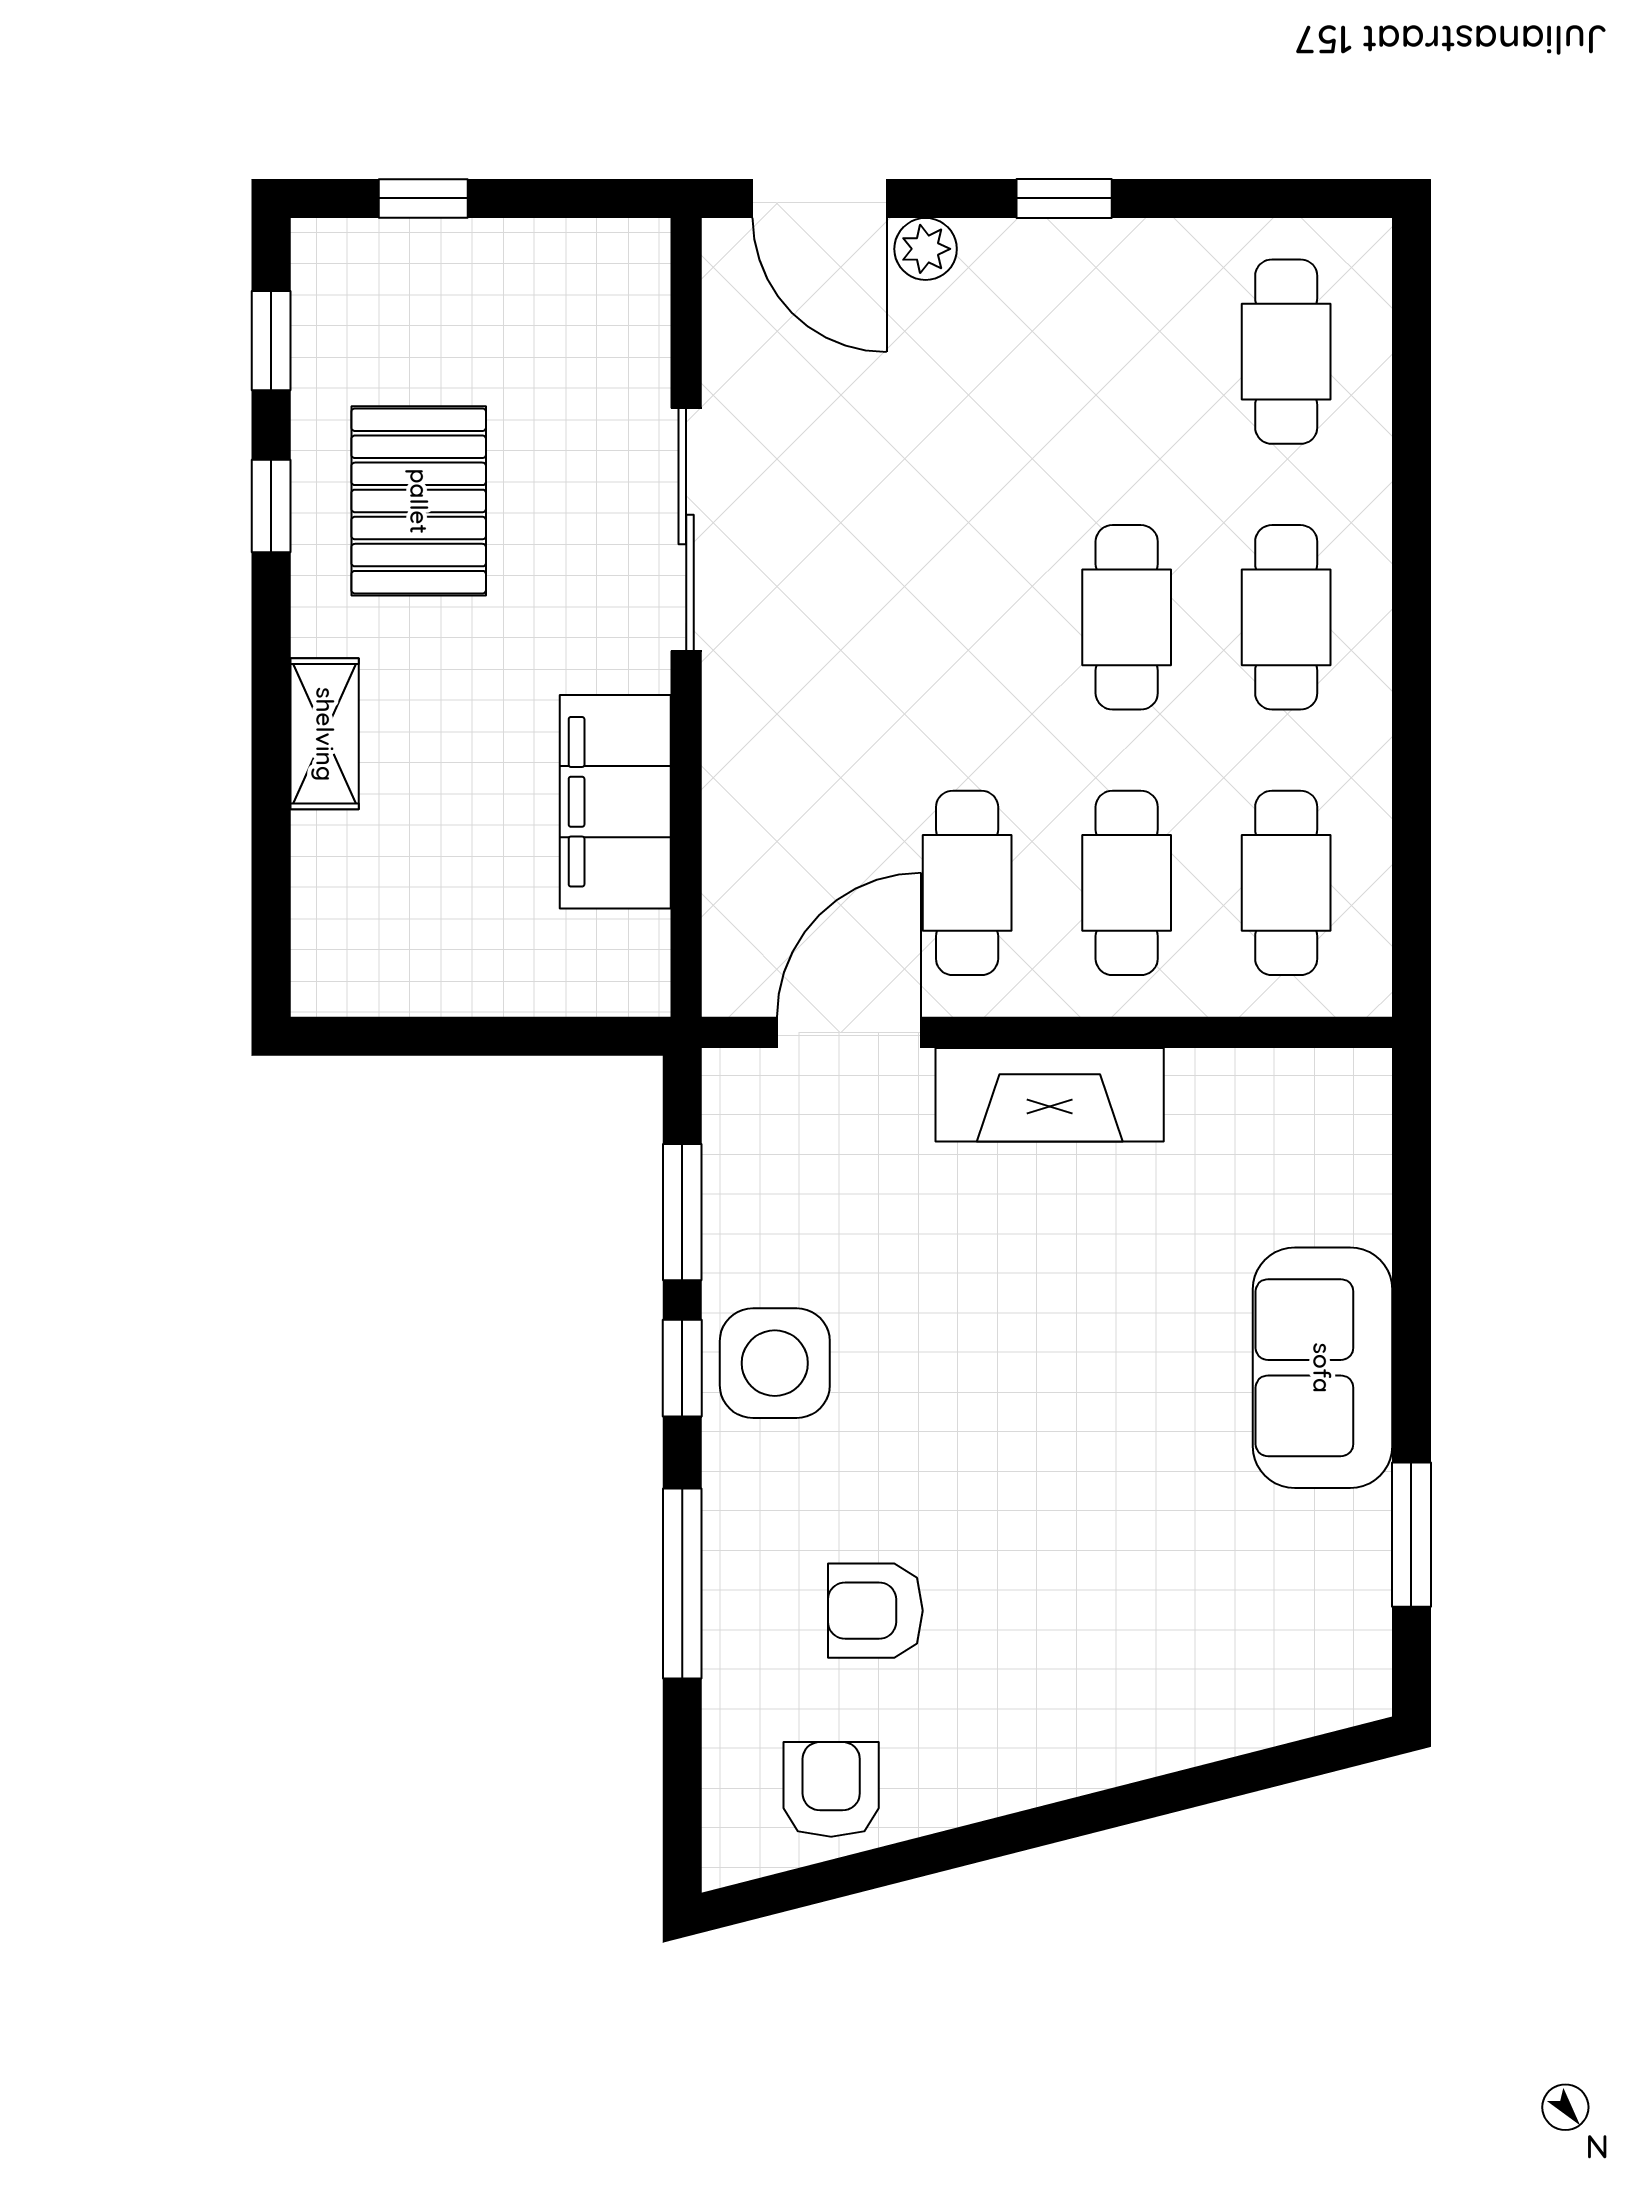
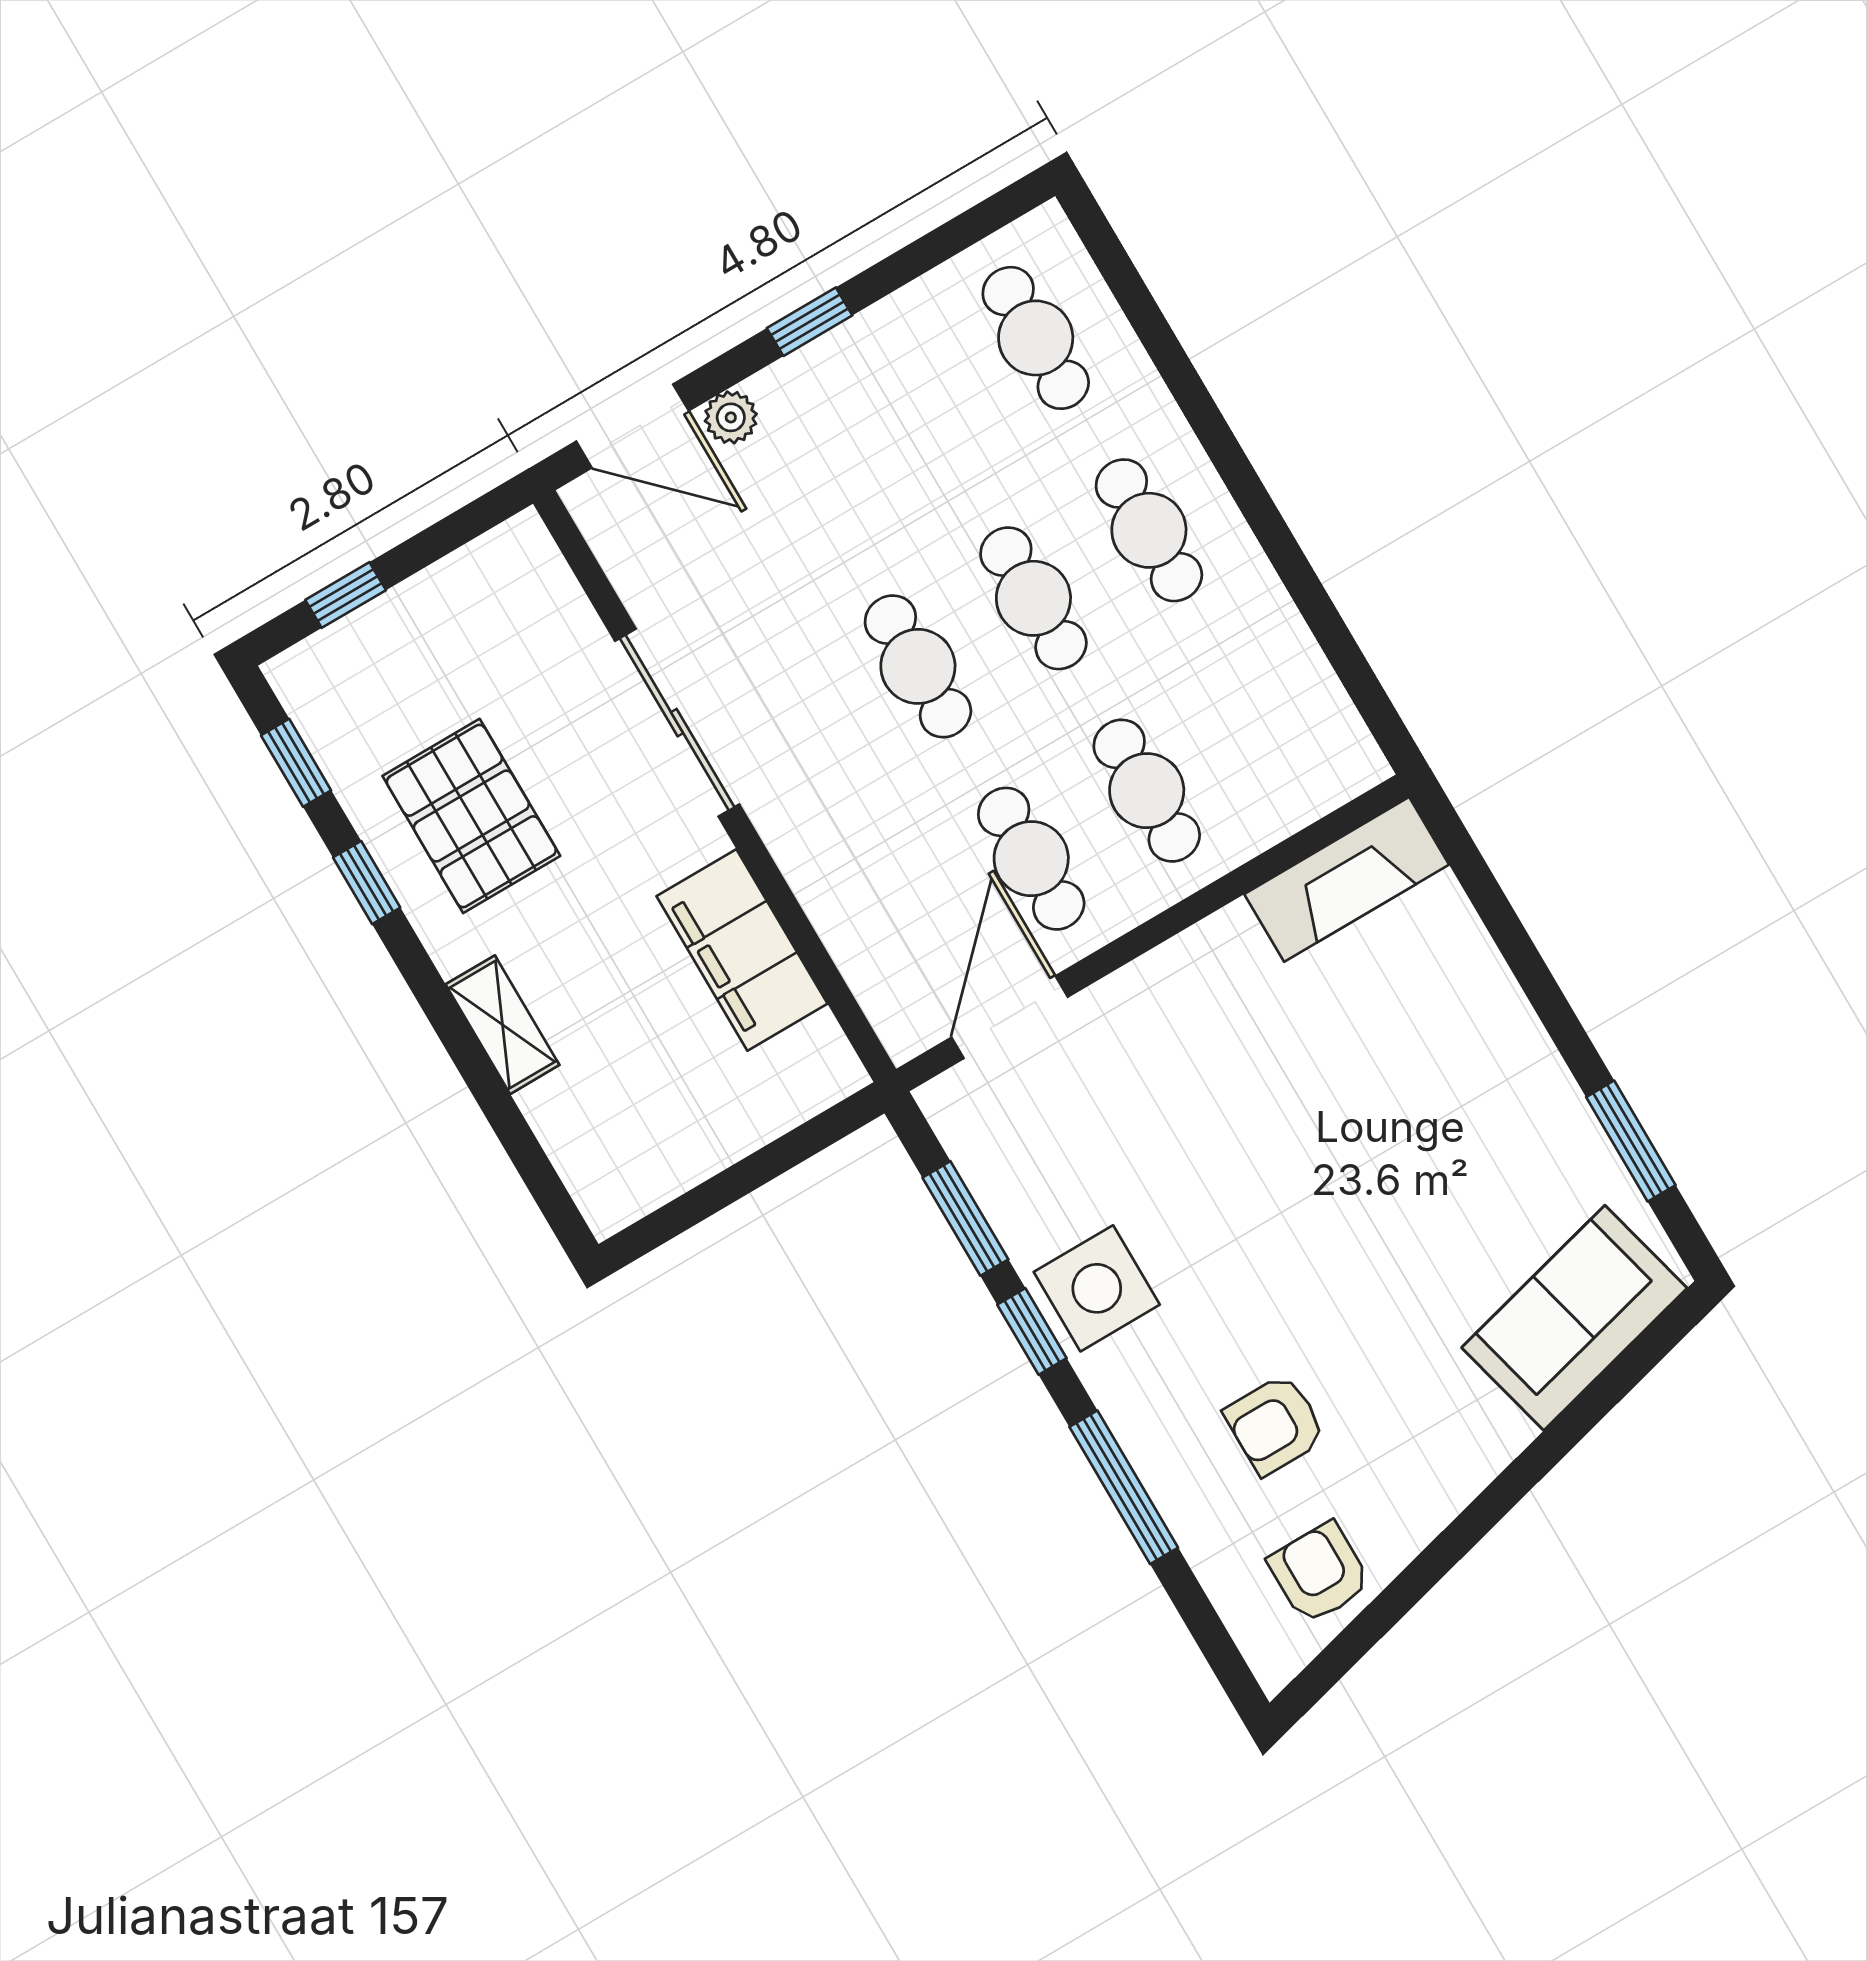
cafe table: (1286, 883) -> (918, 666), moved
fireplace: (1050, 1095) -> (1347, 879), moved
sofa: (1322, 1368) -> (1574, 1318), moved, turned 76

